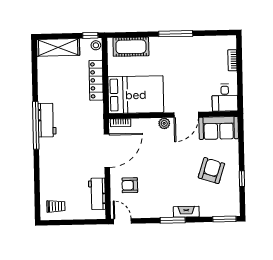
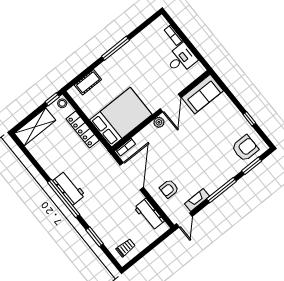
cot: (131, 47) -> (88, 82), width x0.73, depth x0.75
desk: (225, 98) -> (181, 59), moved, turned -90
armchair: (211, 171) -> (245, 148), moved, turned 72
window: (37, 177) -> (94, 237), added
fireplace: (186, 212) -> (197, 200), moved
window: (224, 219) -> (252, 166), moved
window: (173, 220) -> (221, 190), width x1.44
door: (122, 221) -> (184, 220), swing flipped

